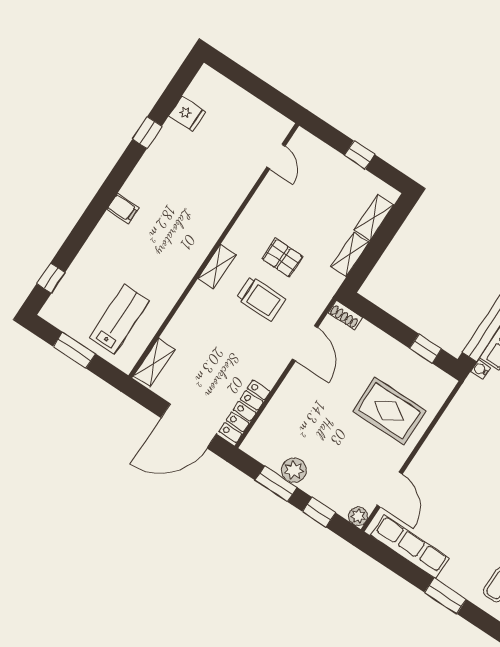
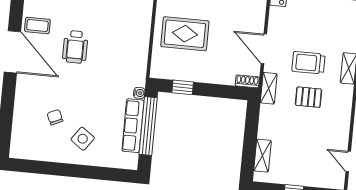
shelving: (350, 254) -> (269, 88), moved

